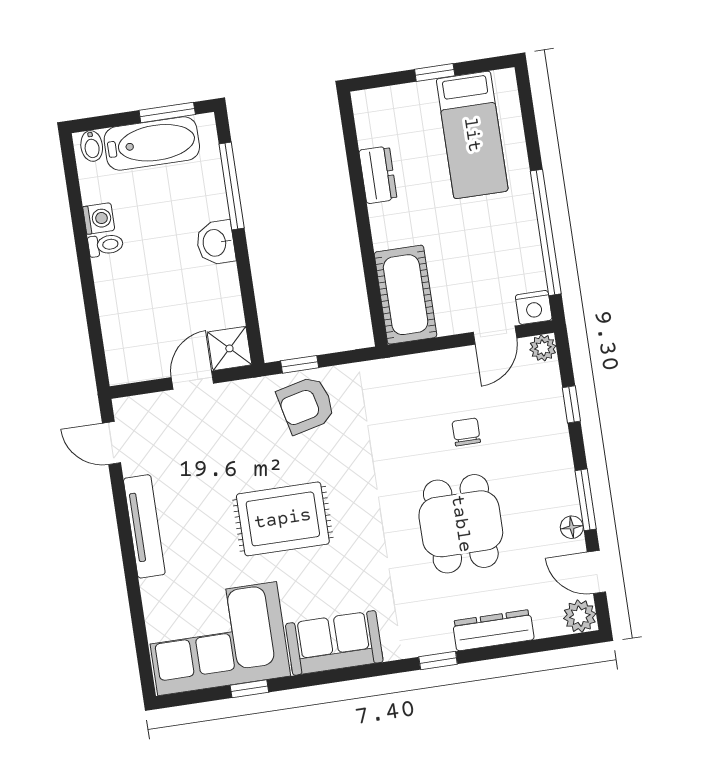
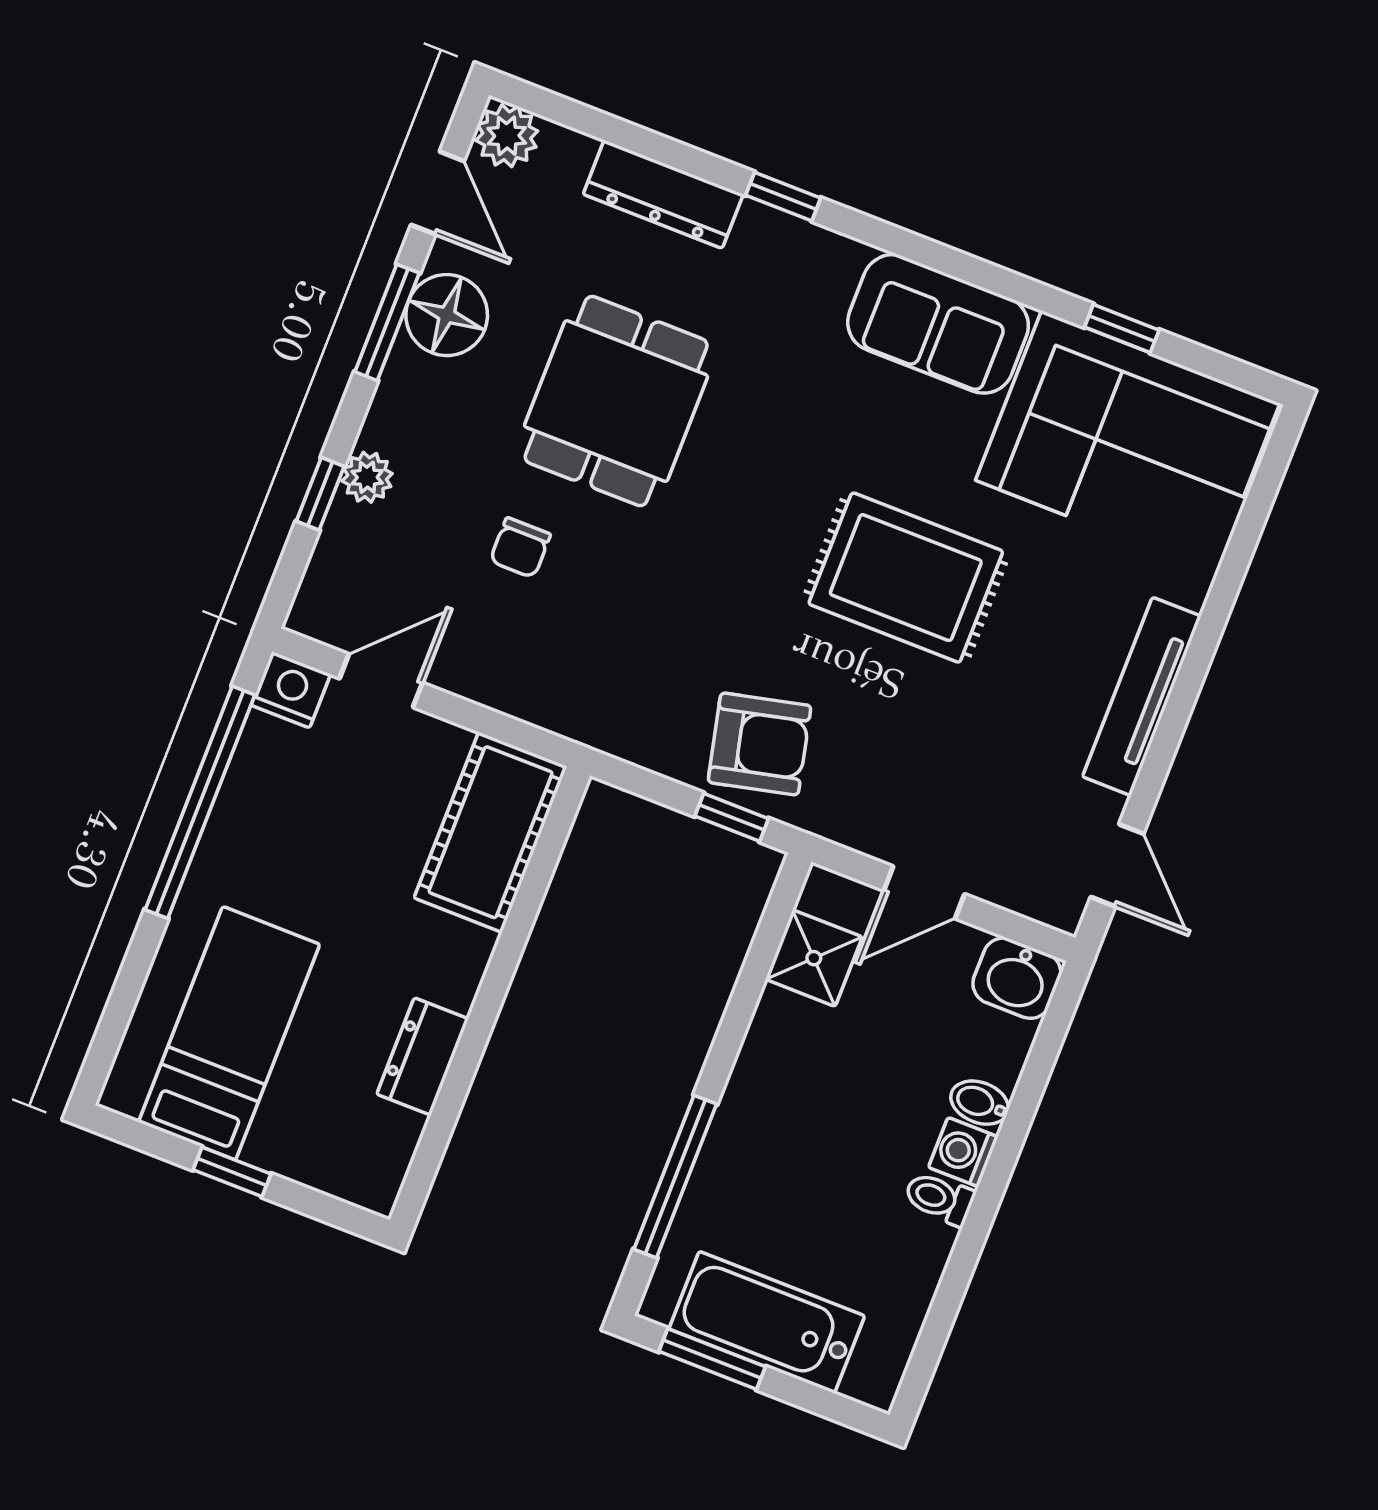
bidet: (92, 146) -> (980, 1103), moved, turned -90
washing machine: (99, 218) -> (963, 1152), moved
washbasin: (215, 243) -> (1017, 978), moved, turned 90
shower: (229, 348) -> (814, 958), moved
plant: (543, 348) -> (367, 477), moved
floor lamp: (572, 527) -> (447, 315), width x1.89, depth x1.89

